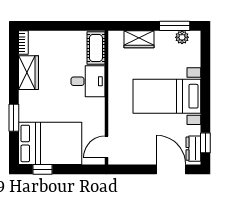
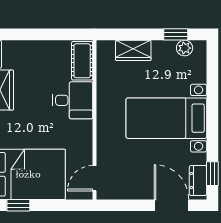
window: (175, 26) -> (176, 34), width x0.67

